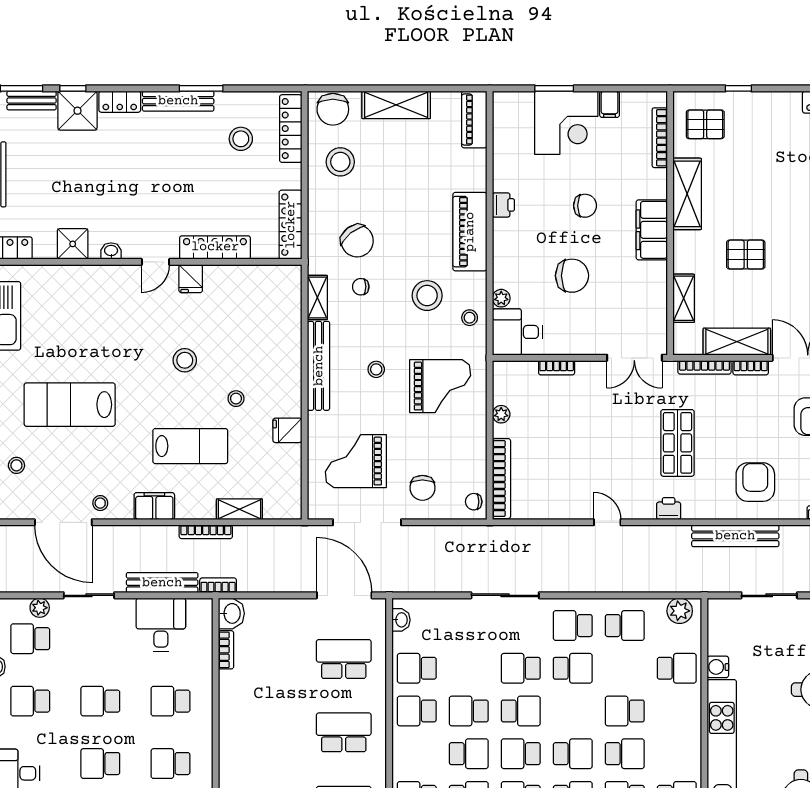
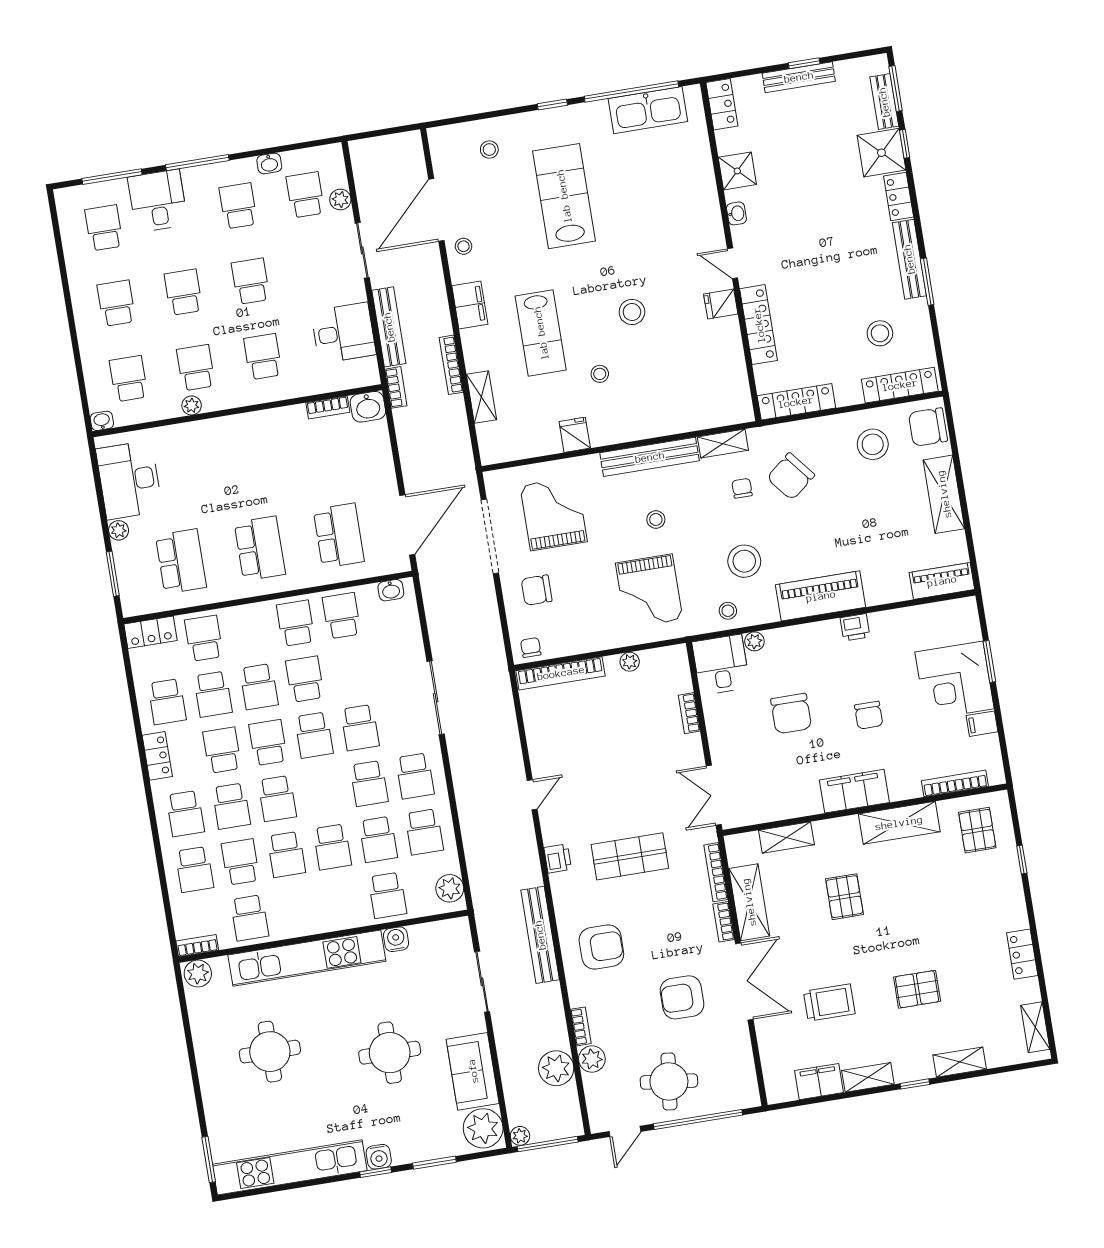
school desk: (573, 626) -> (415, 776), turned 180
school desk: (521, 668) -> (360, 728), turned 180
school desk: (625, 668) -> (378, 839), added
school desk: (625, 711) -> (332, 847), turned 180
plant: (204, 773) -> (192, 405), added

